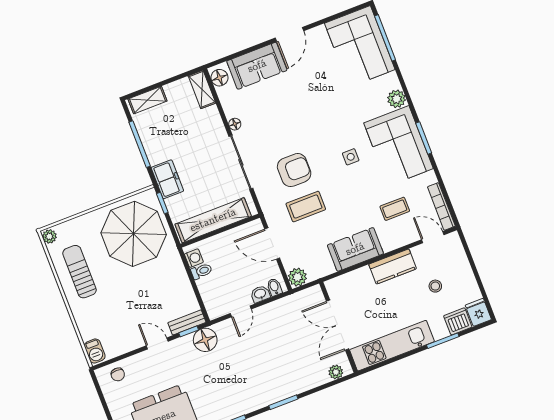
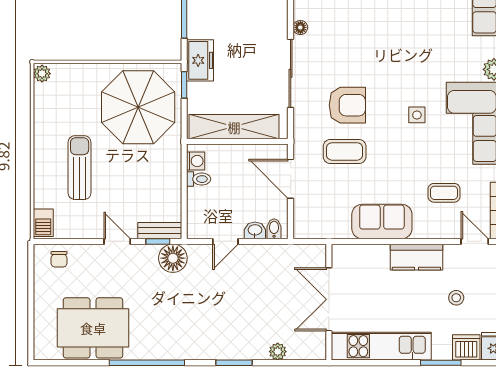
sun lounger: (79, 272) -> (80, 168), moved
plant: (297, 277) -> (304, 228), removed
plant: (336, 372) -> (278, 352), moved

